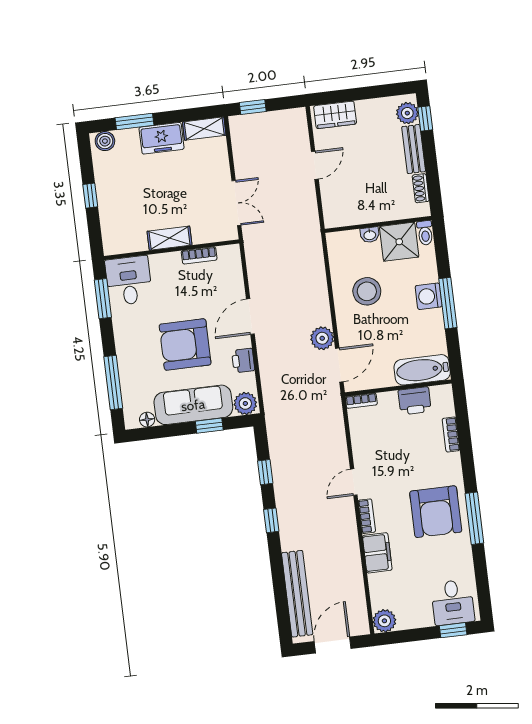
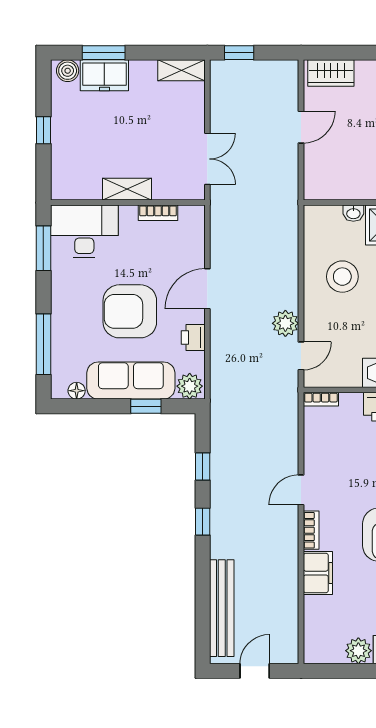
freezer: (162, 138) -> (104, 75), moved
desk: (129, 281) -> (84, 231), width x1.37
door: (339, 365) -> (301, 356), width x0.73
plant: (384, 621) -> (358, 651), moved
door: (333, 645) -> (255, 671), width x0.73

